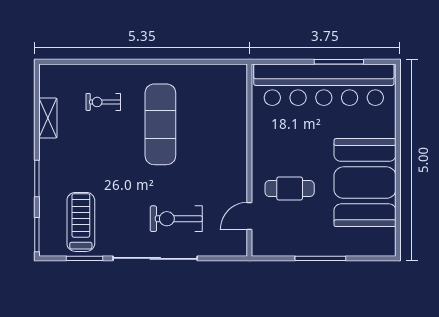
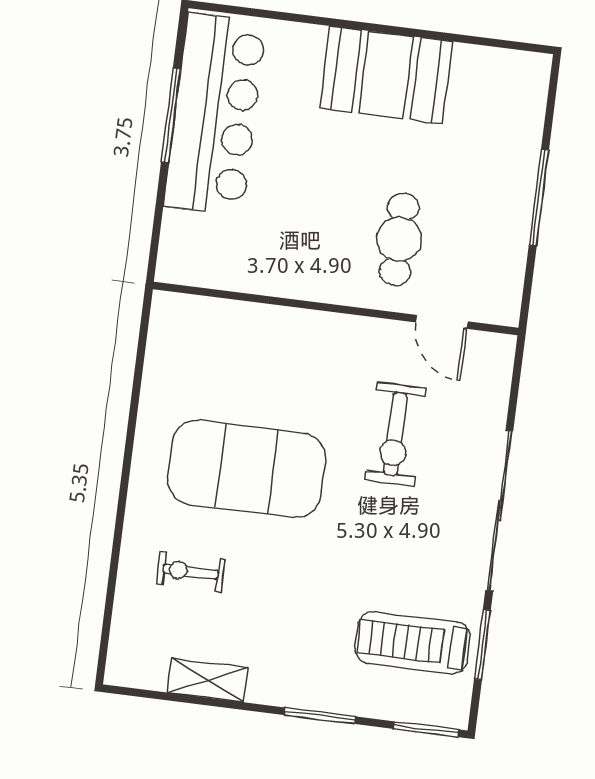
bar counter: (324, 85) -> (215, 114), width x0.73
exercise bike: (103, 102) -> (191, 572), turned 90
exercise mat: (160, 124) -> (247, 469), width x1.47
booth: (365, 183) -> (386, 75), width x0.73, depth x0.70
exercise bike: (176, 219) -> (395, 434), moved

